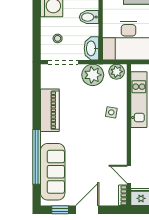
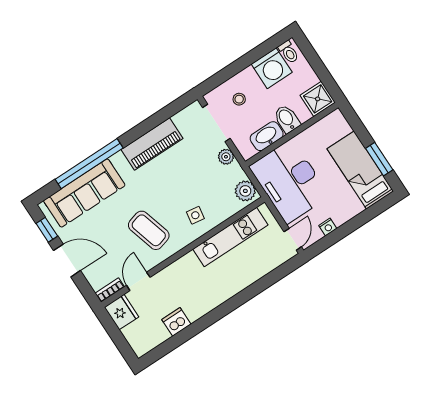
washbasin: (91, 48) -> (267, 136), moved
plant: (93, 75) -> (226, 157), width x0.53, depth x0.53
coffee table: (102, 147) -> (149, 230), added

